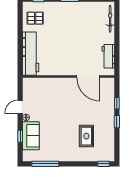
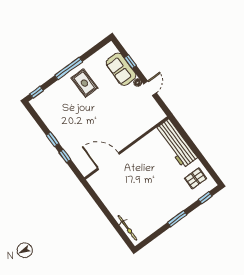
workbench: (108, 56) -> (104, 193), removed
rug: (86, 136) -> (84, 83), moved
window: (45, 164) -> (69, 69), moved

